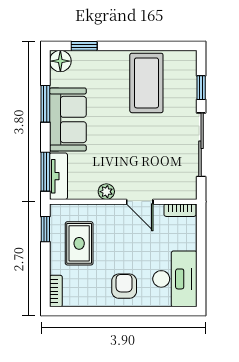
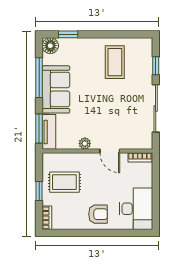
coffee table: (146, 83) -> (115, 62), width x0.73, depth x0.76
window: (45, 104) -> (39, 78), width x1.44
window: (45, 229) -> (39, 191), moved
rug: (79, 243) -> (64, 182), turned 90
armchair: (124, 286) -> (98, 214), turned 90

